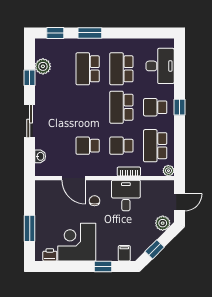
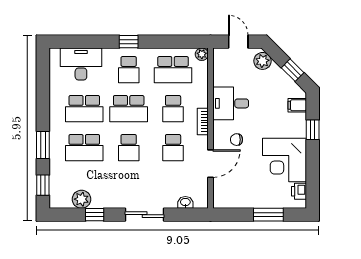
school desk: (88, 107) -> (129, 148), added
bookcase: (129, 171) -> (203, 122), moved

